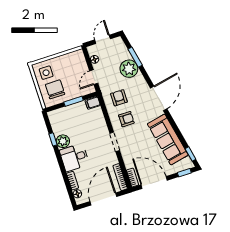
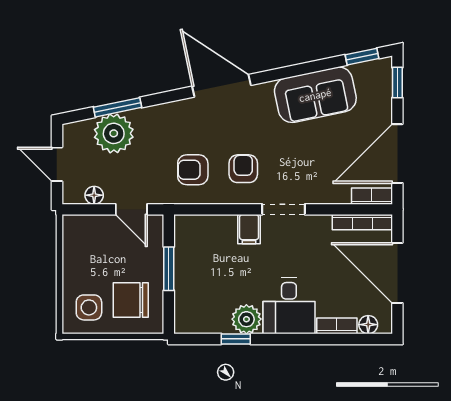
plant: (129, 69) -> (114, 133), moved
filing cabinet: (93, 103) -> (249, 229), moved
sofa: (168, 140) -> (315, 95), width x0.73

